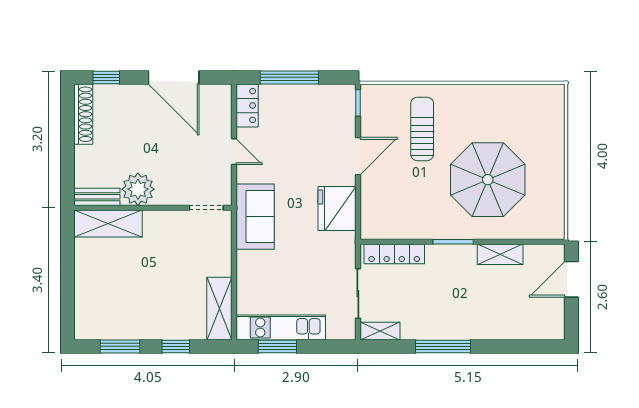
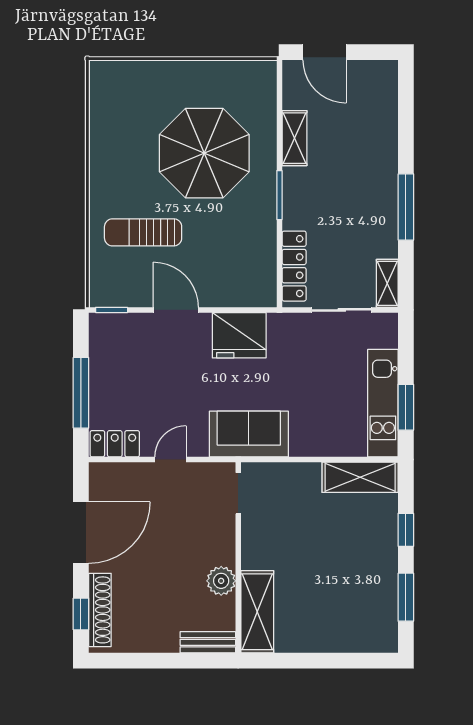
shoe rack: (83, 114) -> (100, 610), moved, turned 90
plant: (138, 189) -> (221, 581), width x0.73, depth x0.73
bench: (97, 197) -> (208, 642), moved, turned 90

